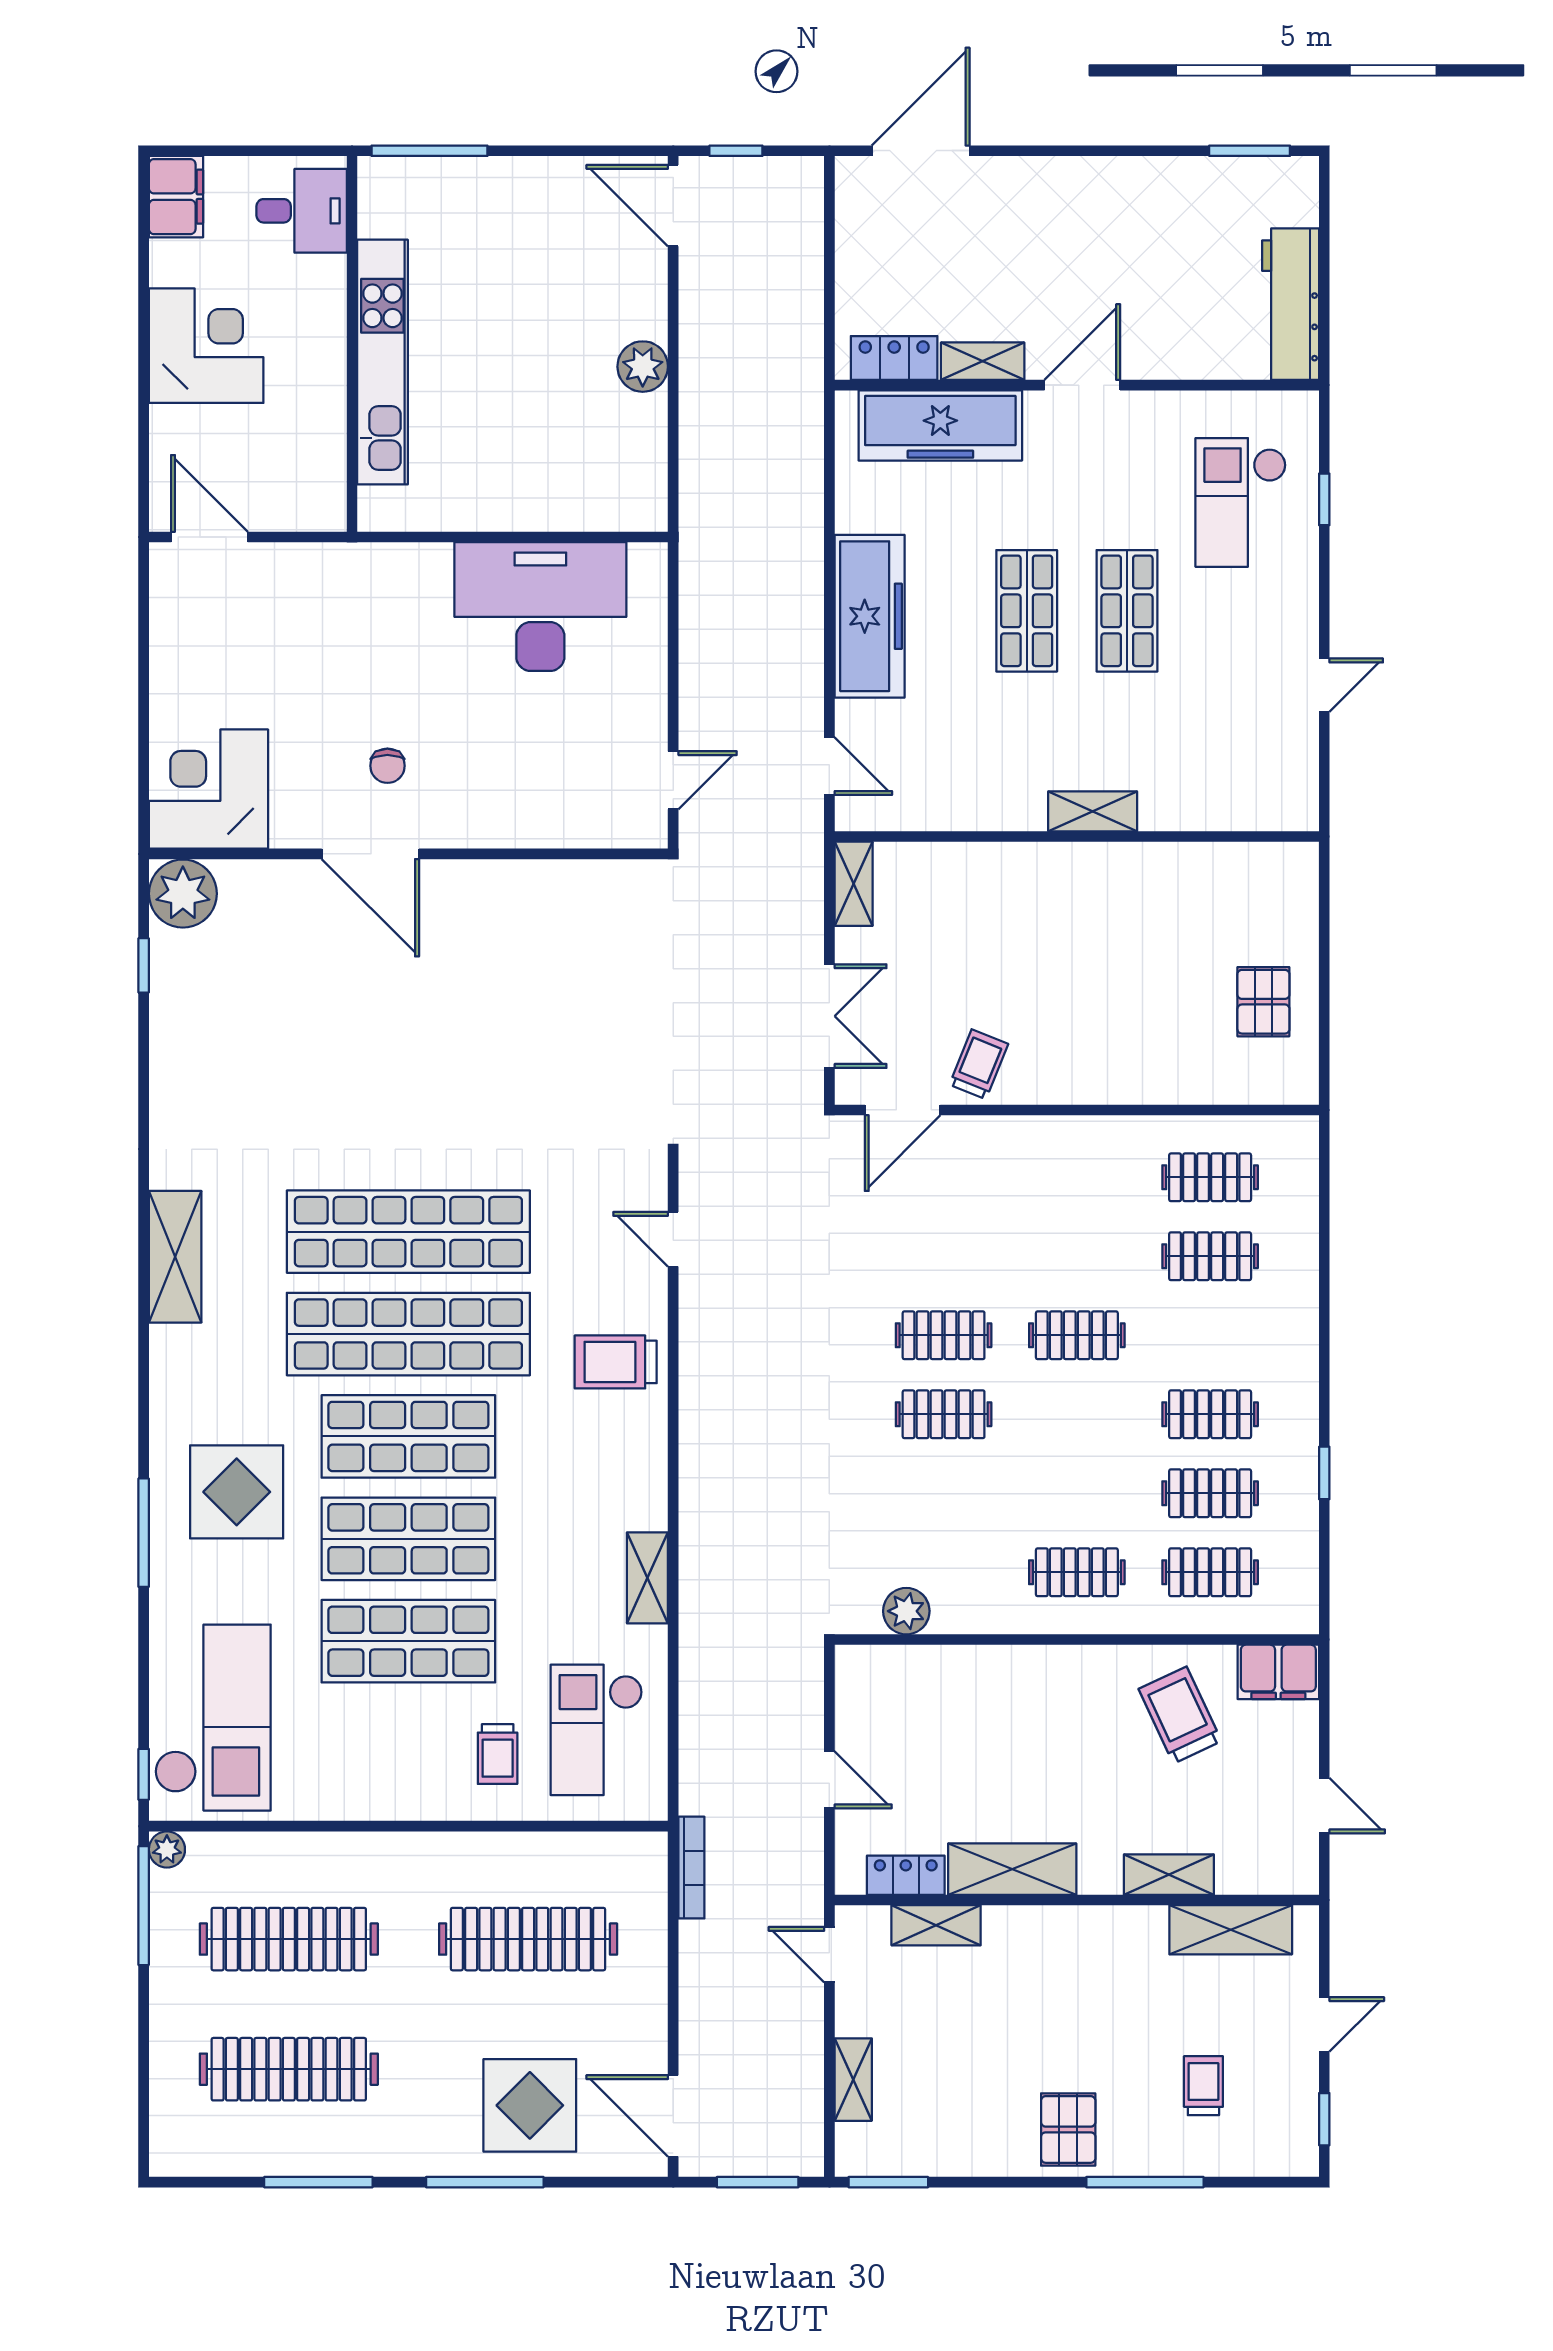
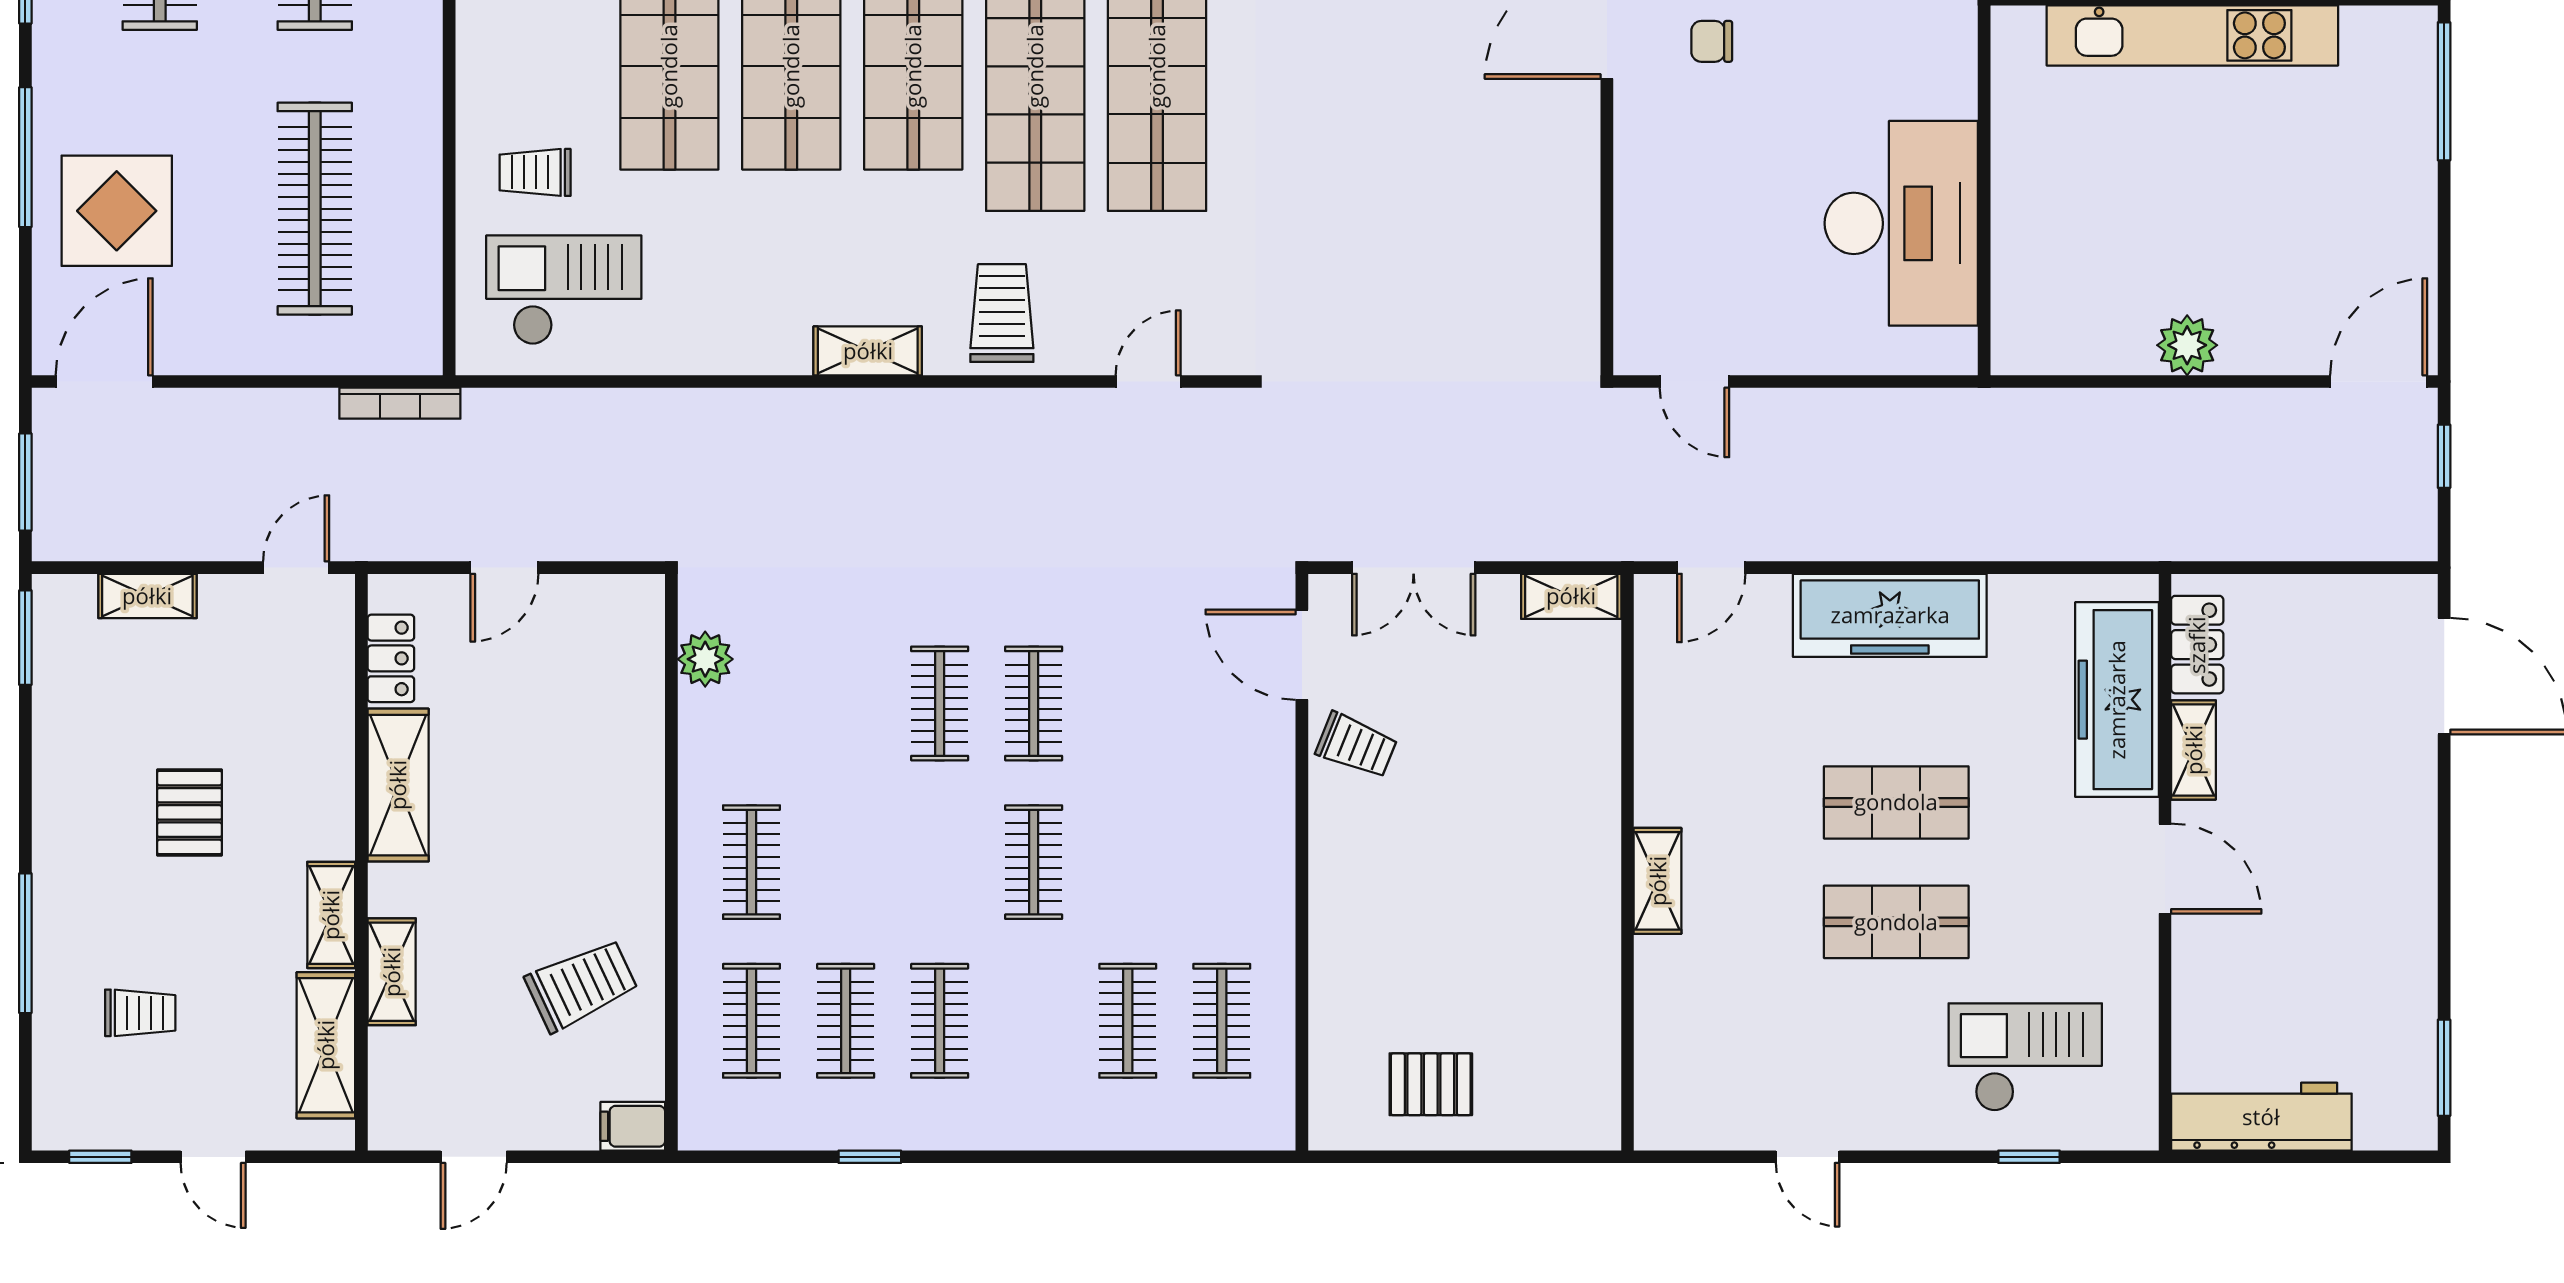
shelving: (647, 1578) -> (868, 351), moved
filing cabinet: (1278, 1672) -> (633, 1126), width x0.50
shelving: (936, 1925) -> (331, 915), moved
pallet: (1068, 2129) -> (190, 812), moved, turned 90

